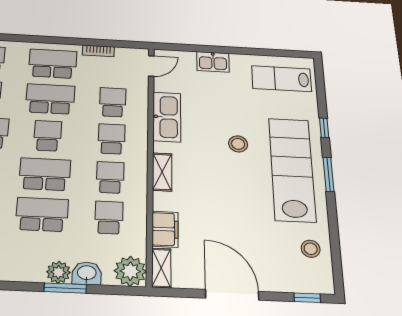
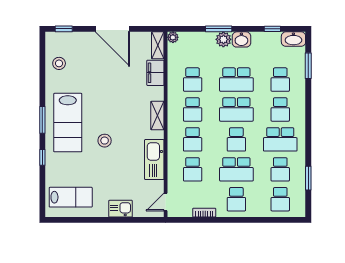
school desk: (53, 64) -> (236, 199), width x0.54
lab bench: (292, 169) -> (68, 123), width x0.73
plant: (130, 271) -> (173, 37), width x0.53, depth x0.53
washbasin: (87, 273) -> (241, 39), moved

